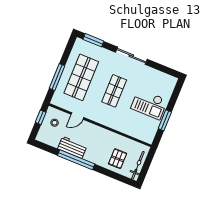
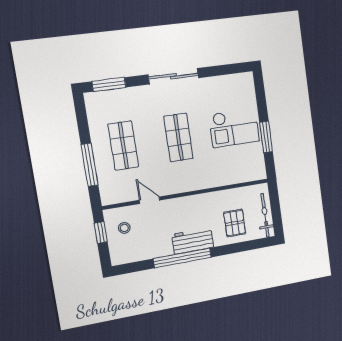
shop shelf: (81, 77) -> (123, 146), width x0.70, depth x0.74
door: (77, 116) -> (150, 200), swing flipped
workbench: (72, 147) -> (193, 241), moved

